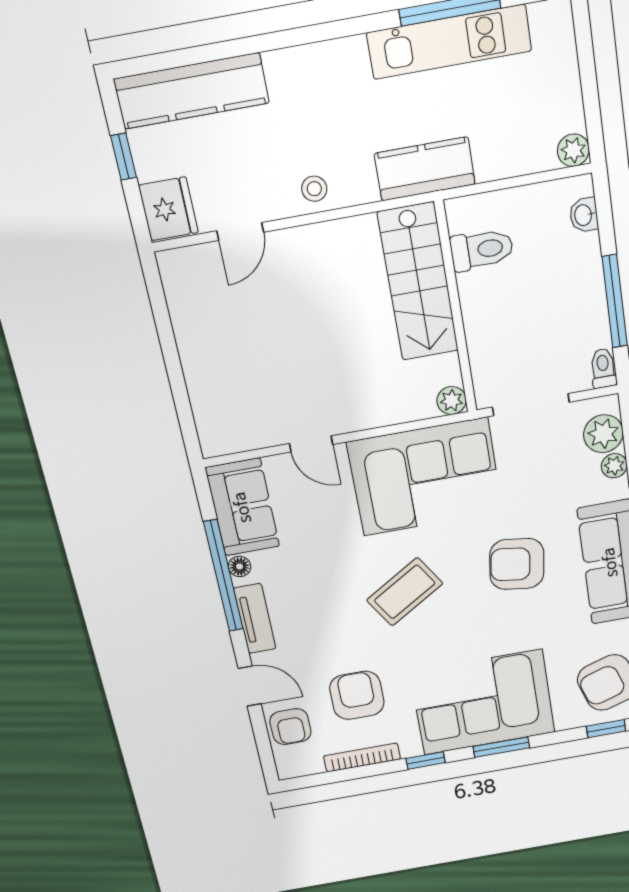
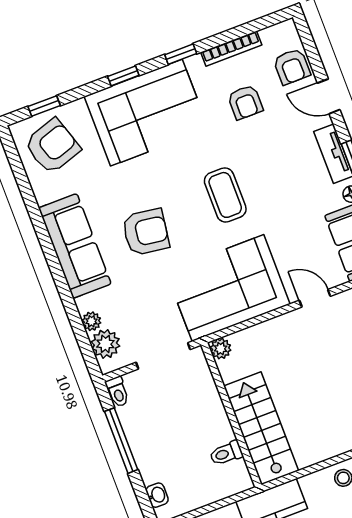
toilet: (482, 250) -> (226, 453), width x0.73, depth x0.72
coffee table: (405, 592) -> (225, 195), turned -58
armchair: (357, 695) -> (245, 102), width x0.72, depth x0.72
armchair: (290, 727) -> (292, 67), turned 180
window: (501, 747) -> (123, 76), width x0.67

